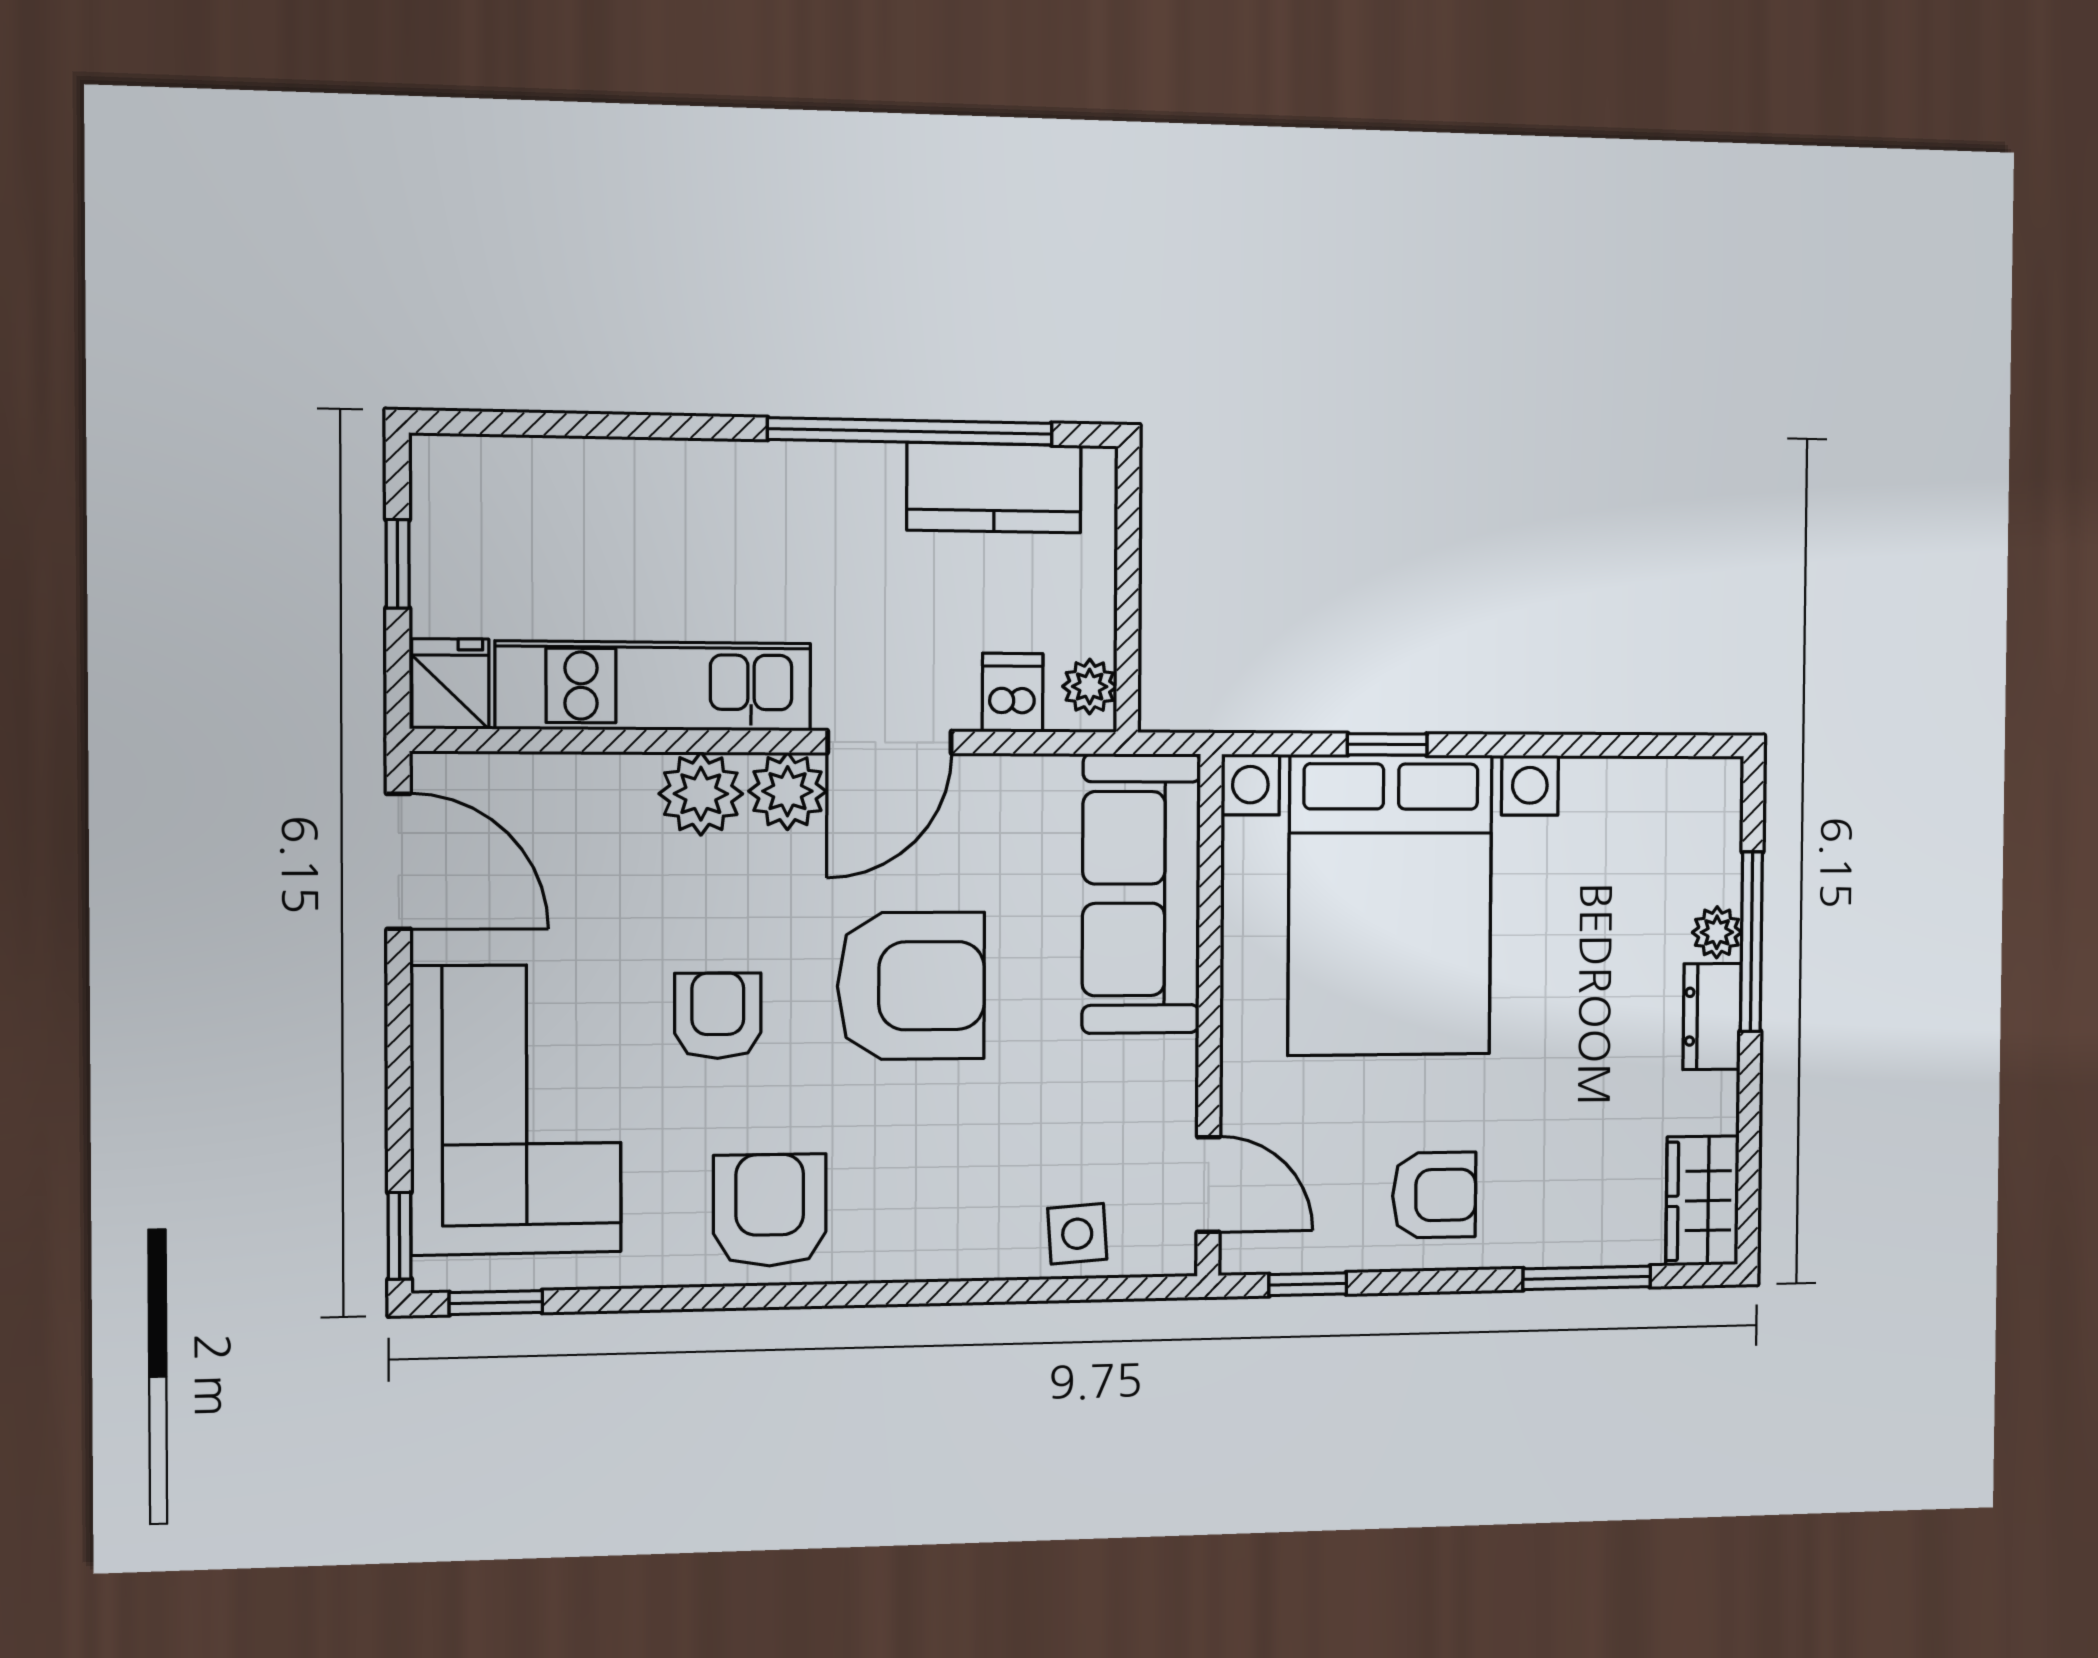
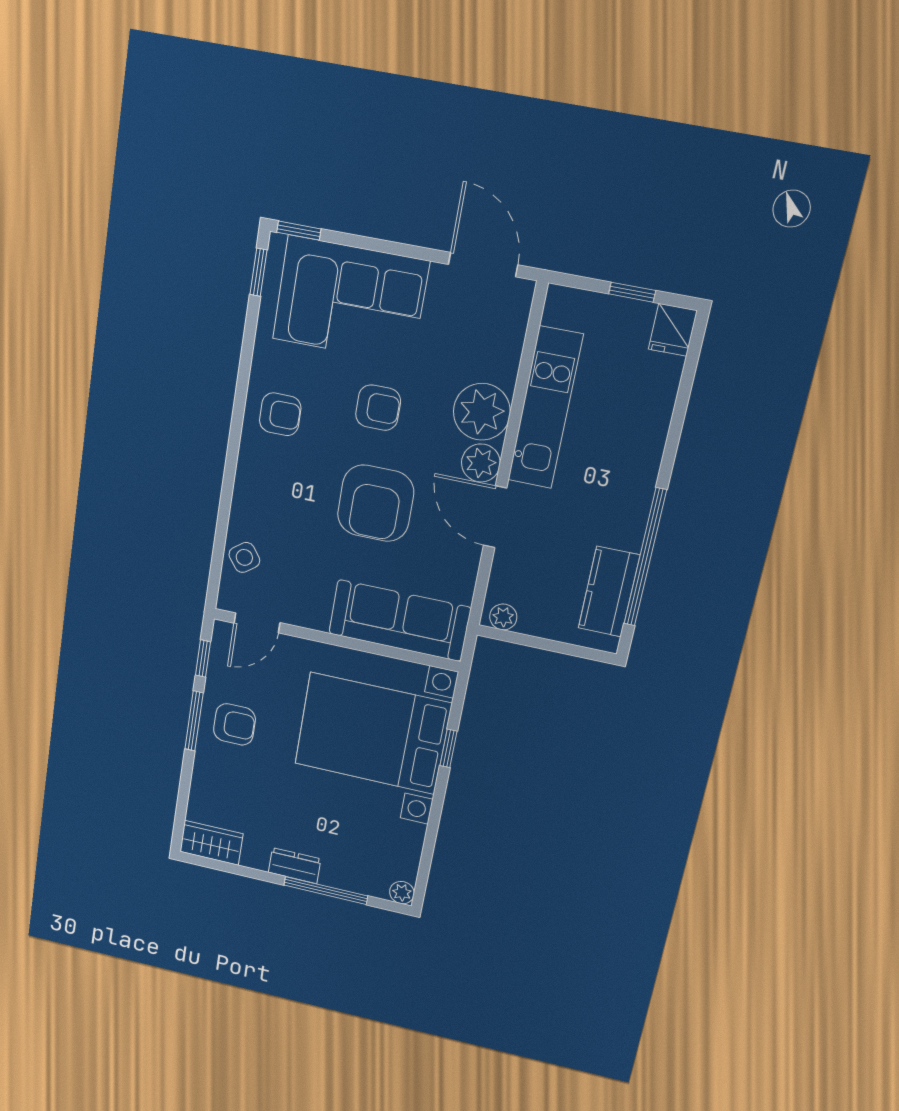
fridge: (450, 684) -> (673, 330), moved, turned 90
dishwasher: (1013, 693) -> (507, 580), removed
plant: (701, 794) -> (482, 412), width x1.36, depth x1.36
door: (398, 861) -> (483, 265), swing flipped
plant: (1717, 932) -> (402, 893), moved
armchair: (1434, 1195) -> (234, 724), turned -90
armchair: (770, 1210) -> (280, 414), width x0.72, depth x0.72
side table: (1077, 1234) -> (244, 557), turned -33
window: (1587, 1278) -> (194, 721), moved

